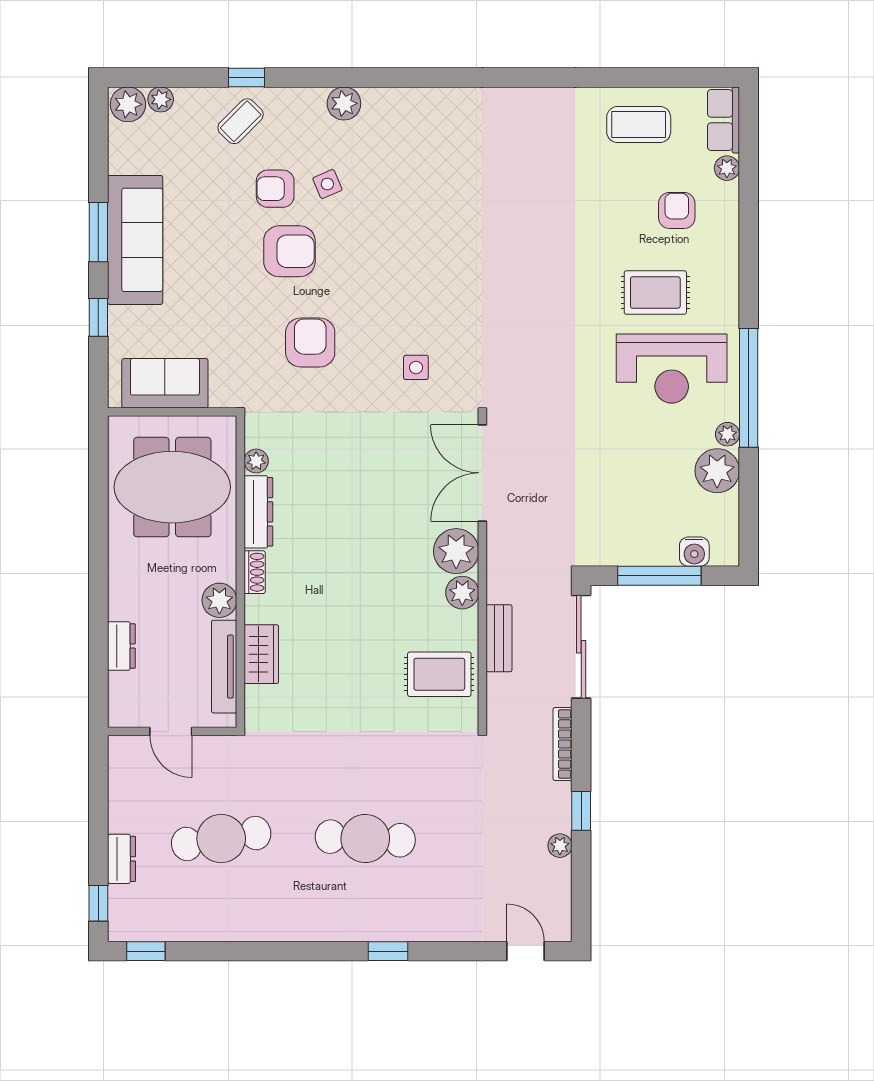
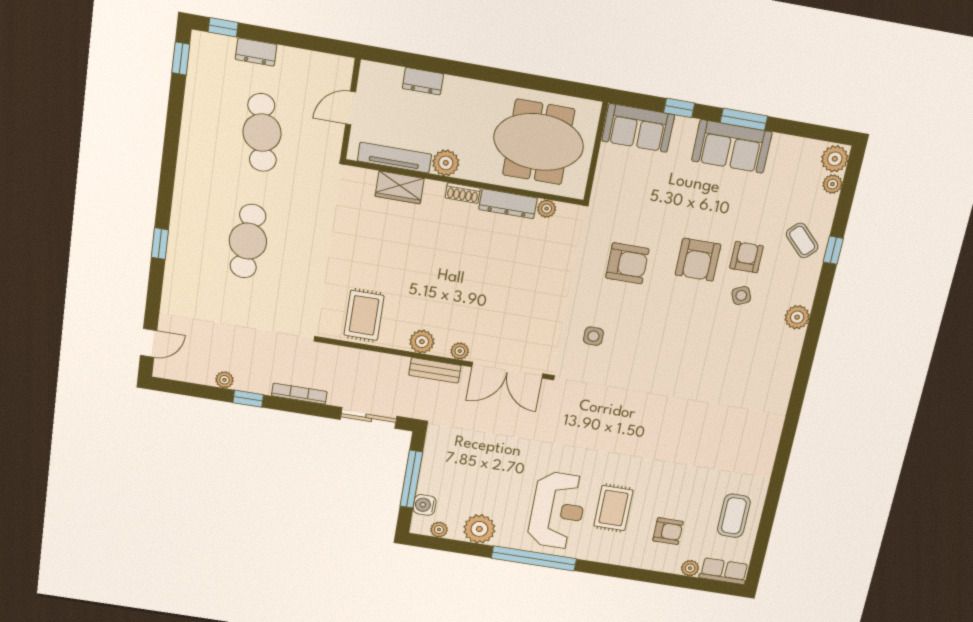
sofa: (135, 240) -> (732, 146), width x0.73
reception desk: (672, 369) -> (558, 510), turned 180
sofa: (165, 383) -> (638, 128), moved, turned 90
plant: (727, 434) -> (439, 530), moved
double door: (482, 473) -> (507, 370), swing flipped
meeting table: (172, 487) -> (539, 142), turned 90
plant: (456, 551) -> (460, 351), width x0.53, depth x0.53
bench: (499, 638) -> (435, 370), moved
sliding door: (581, 647) -> (369, 418), width x0.73

